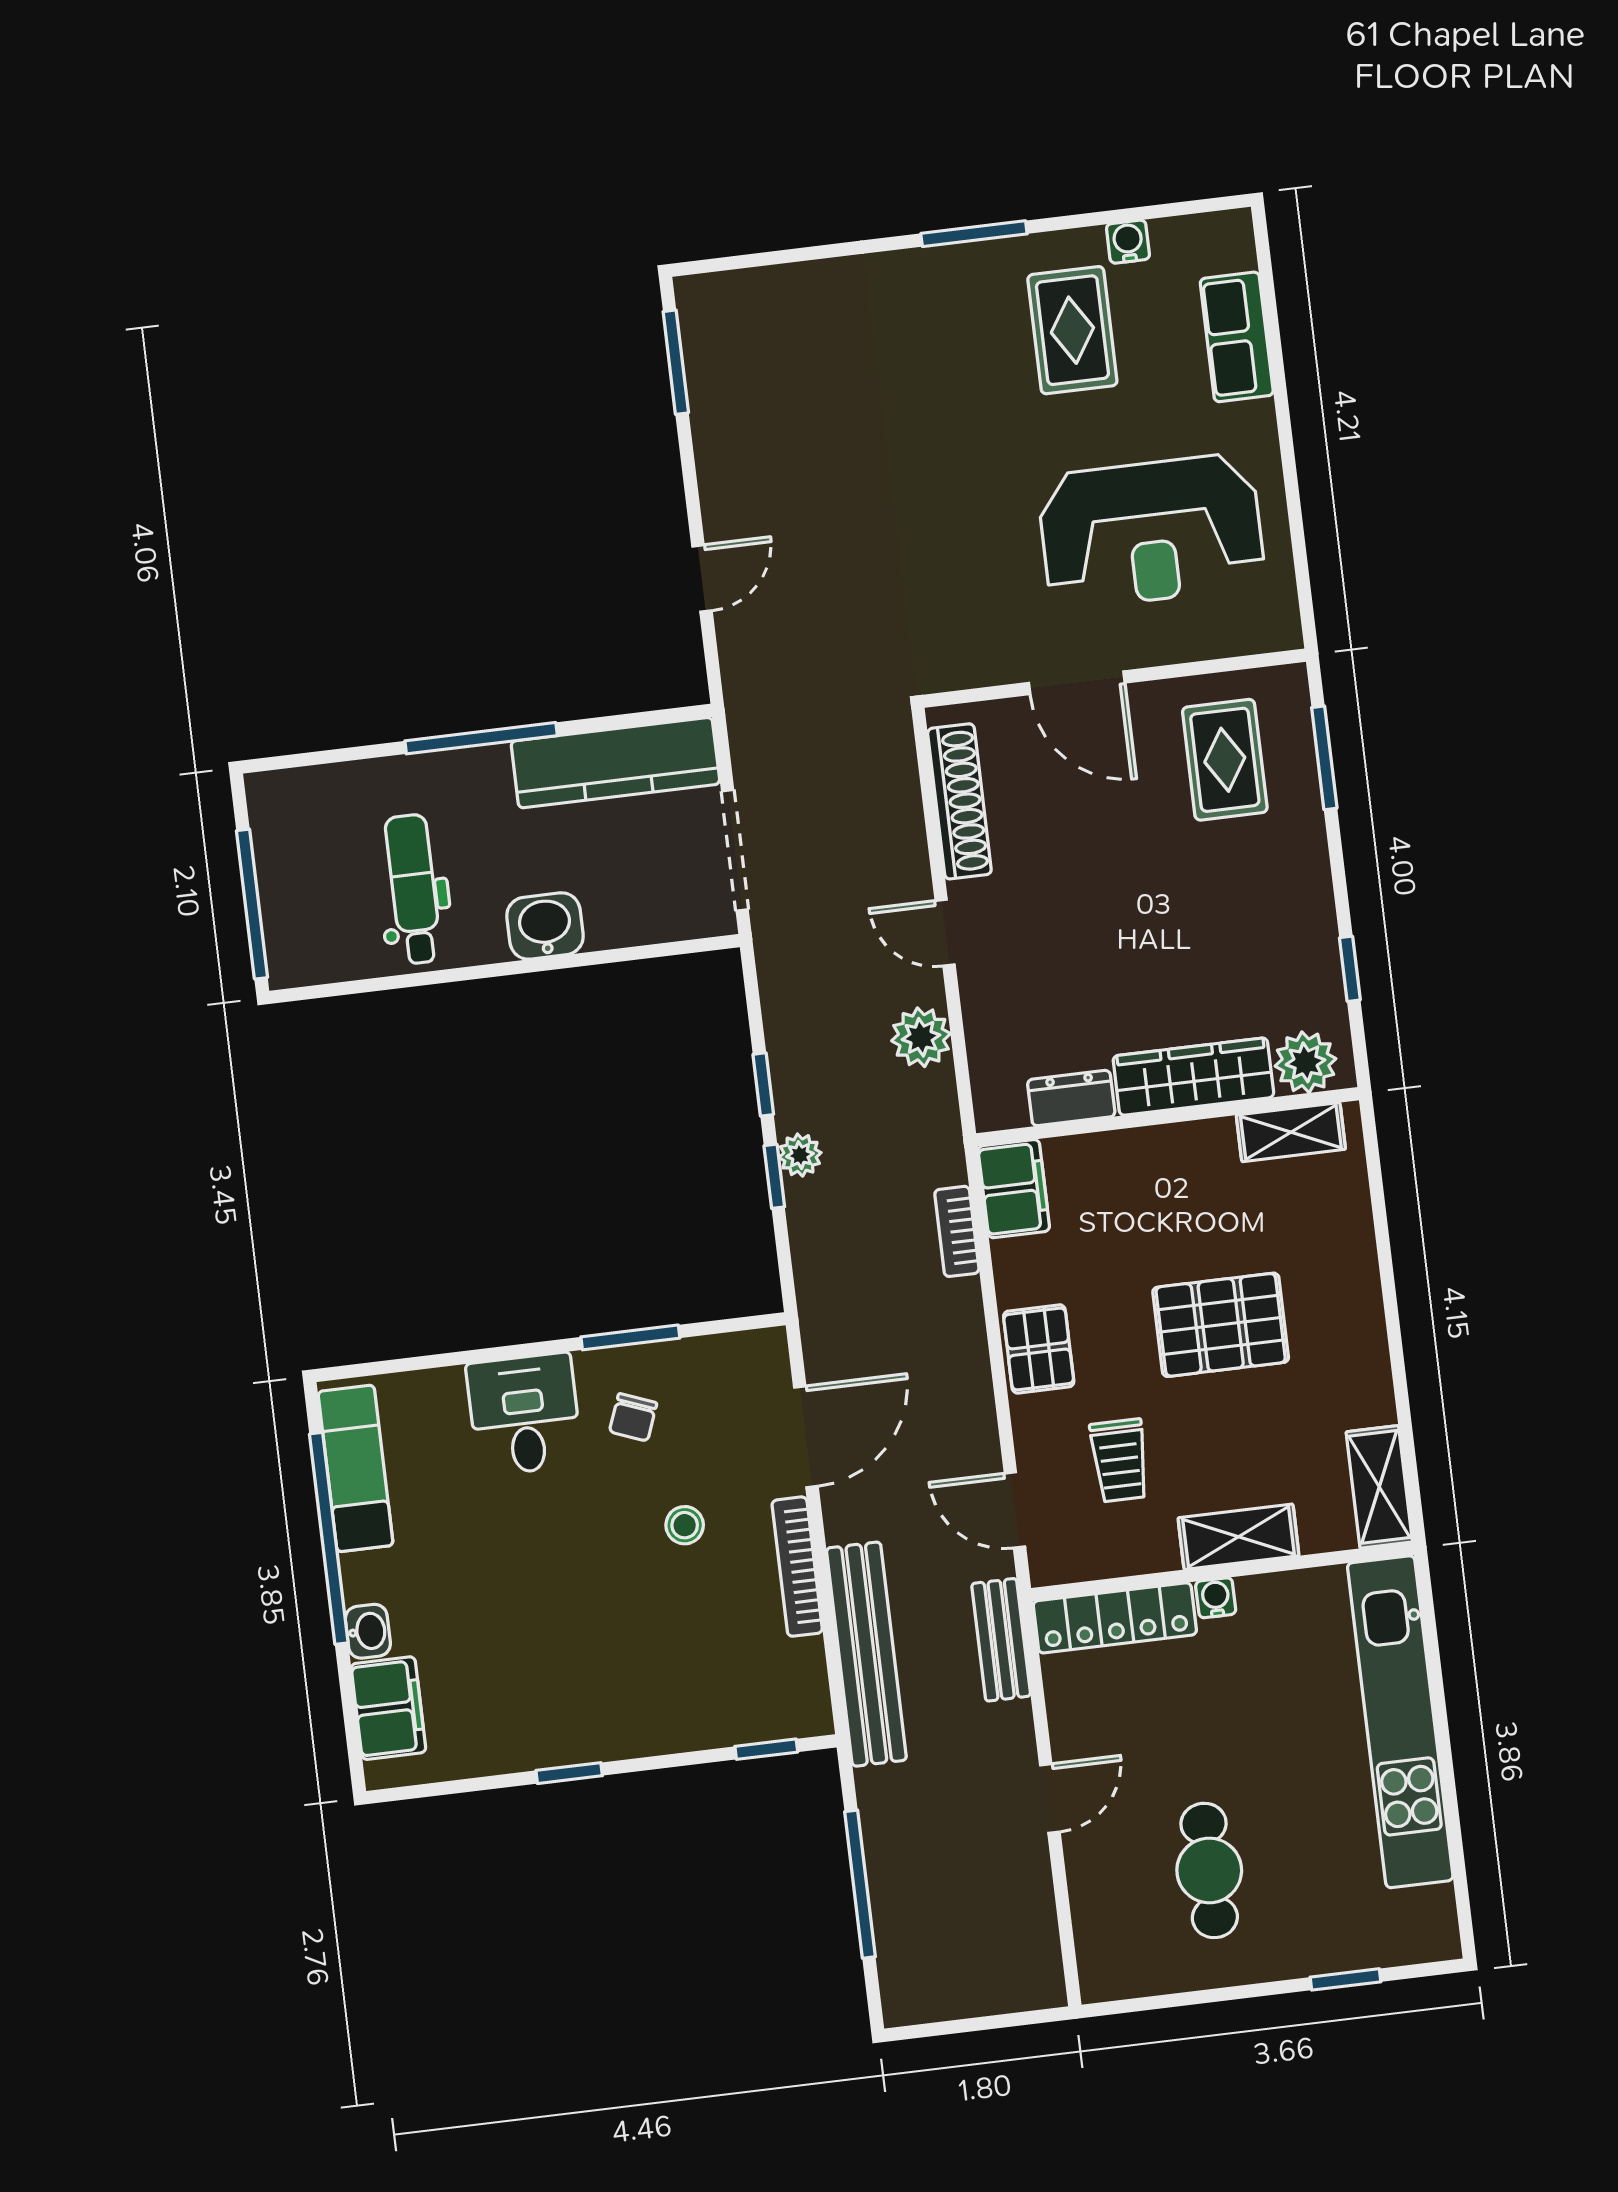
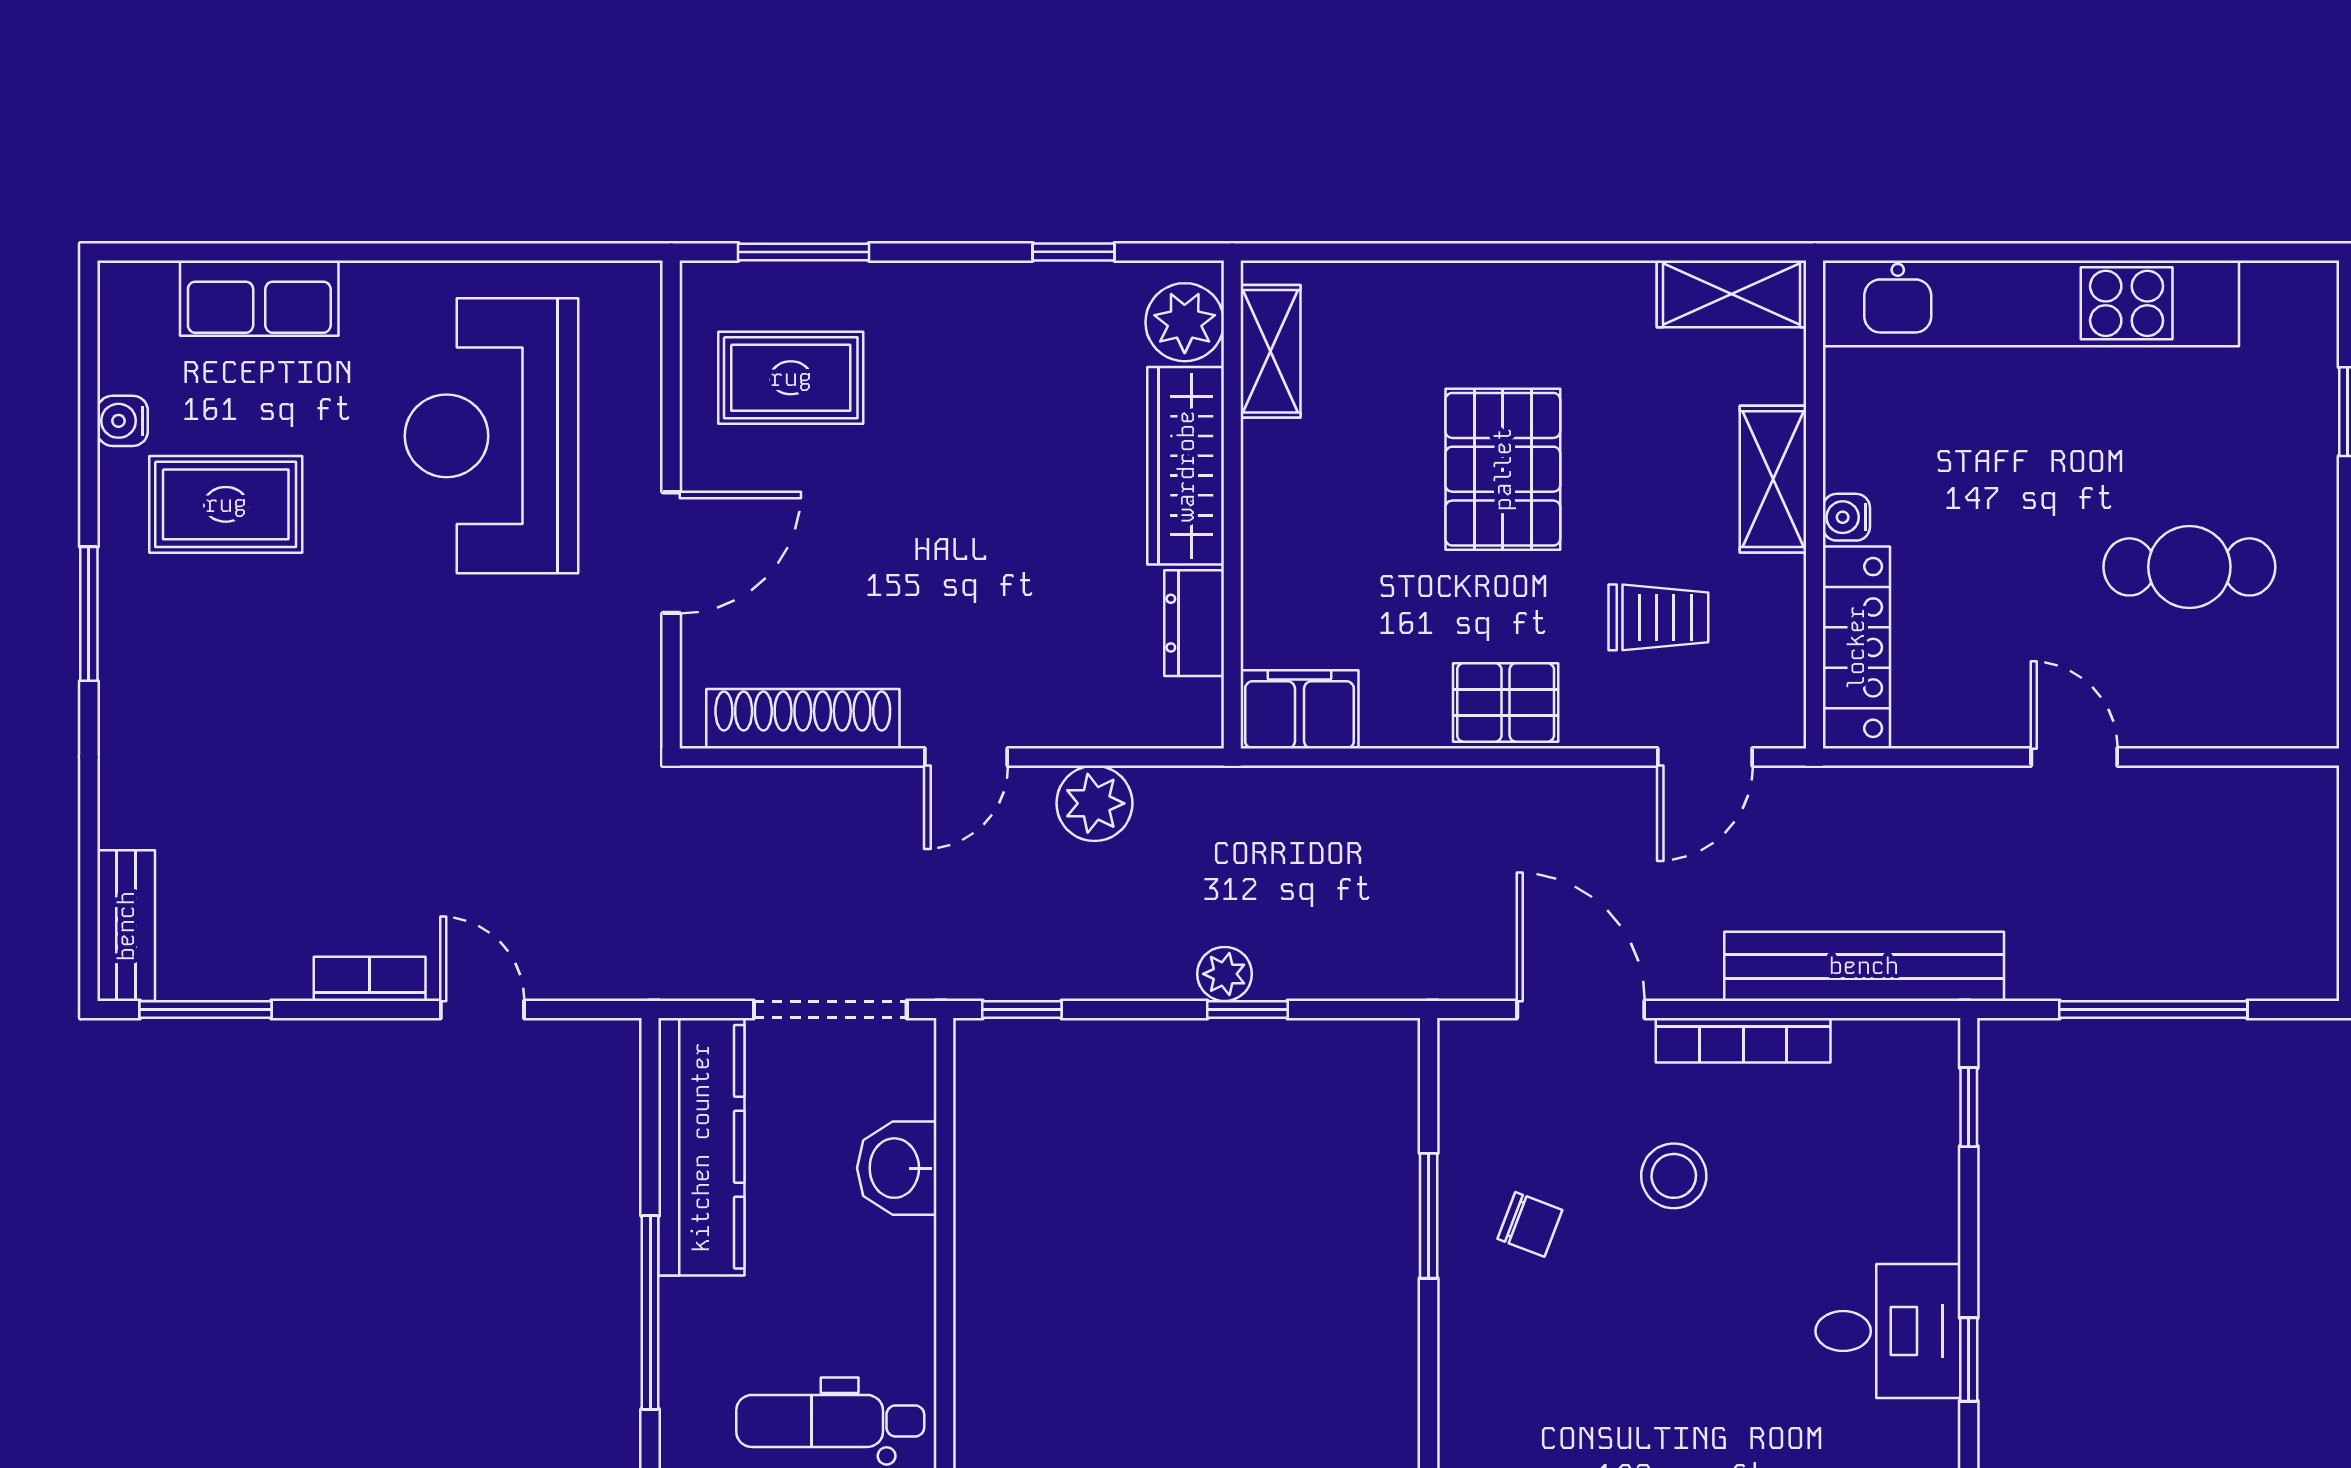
reception desk: (1151, 531) -> (492, 436), turned 180
washbasin: (545, 926) -> (897, 1168), moved
window: (763, 1084) -> (1022, 1010), moved
bookcase: (957, 1231) -> (370, 979), moved, turned 180
desk: (524, 1414) -> (1888, 1331), moved, turned 180
stool: (685, 1525) -> (1674, 1176), width x1.37, depth x1.37
bench: (1001, 1640) -> (126, 926), moved, turned 90

